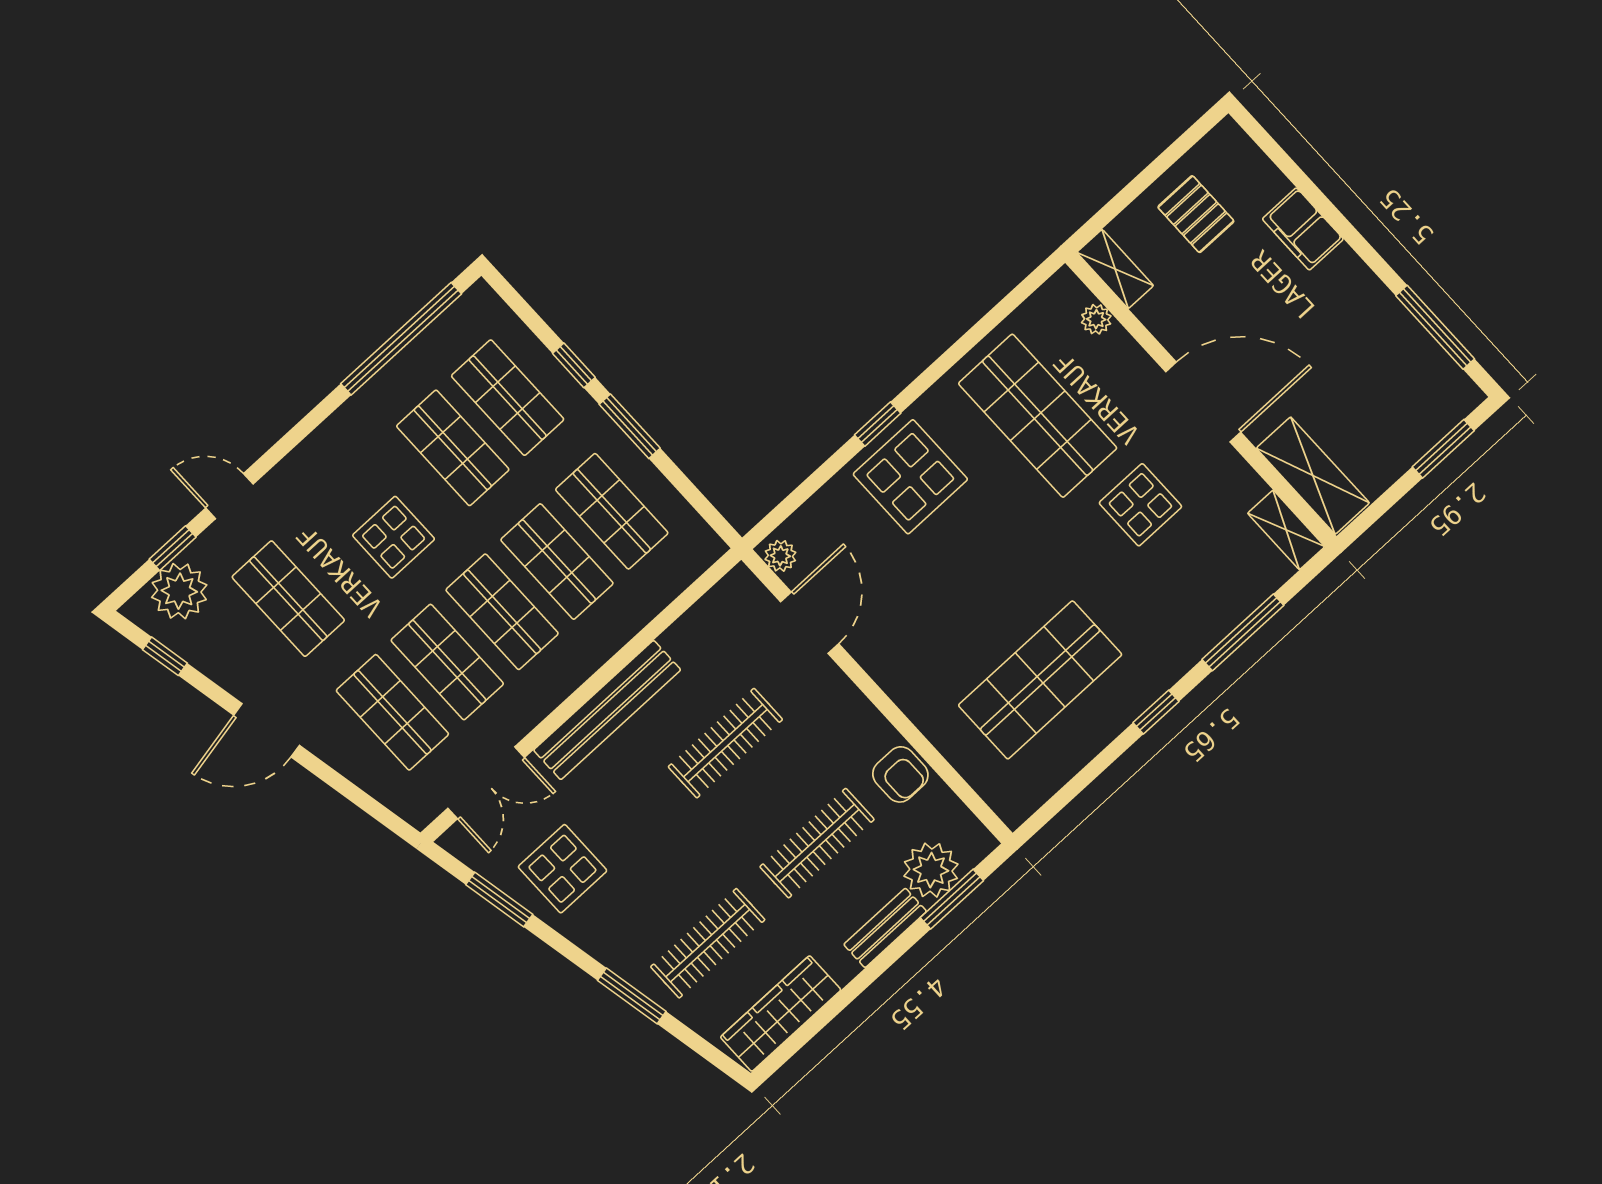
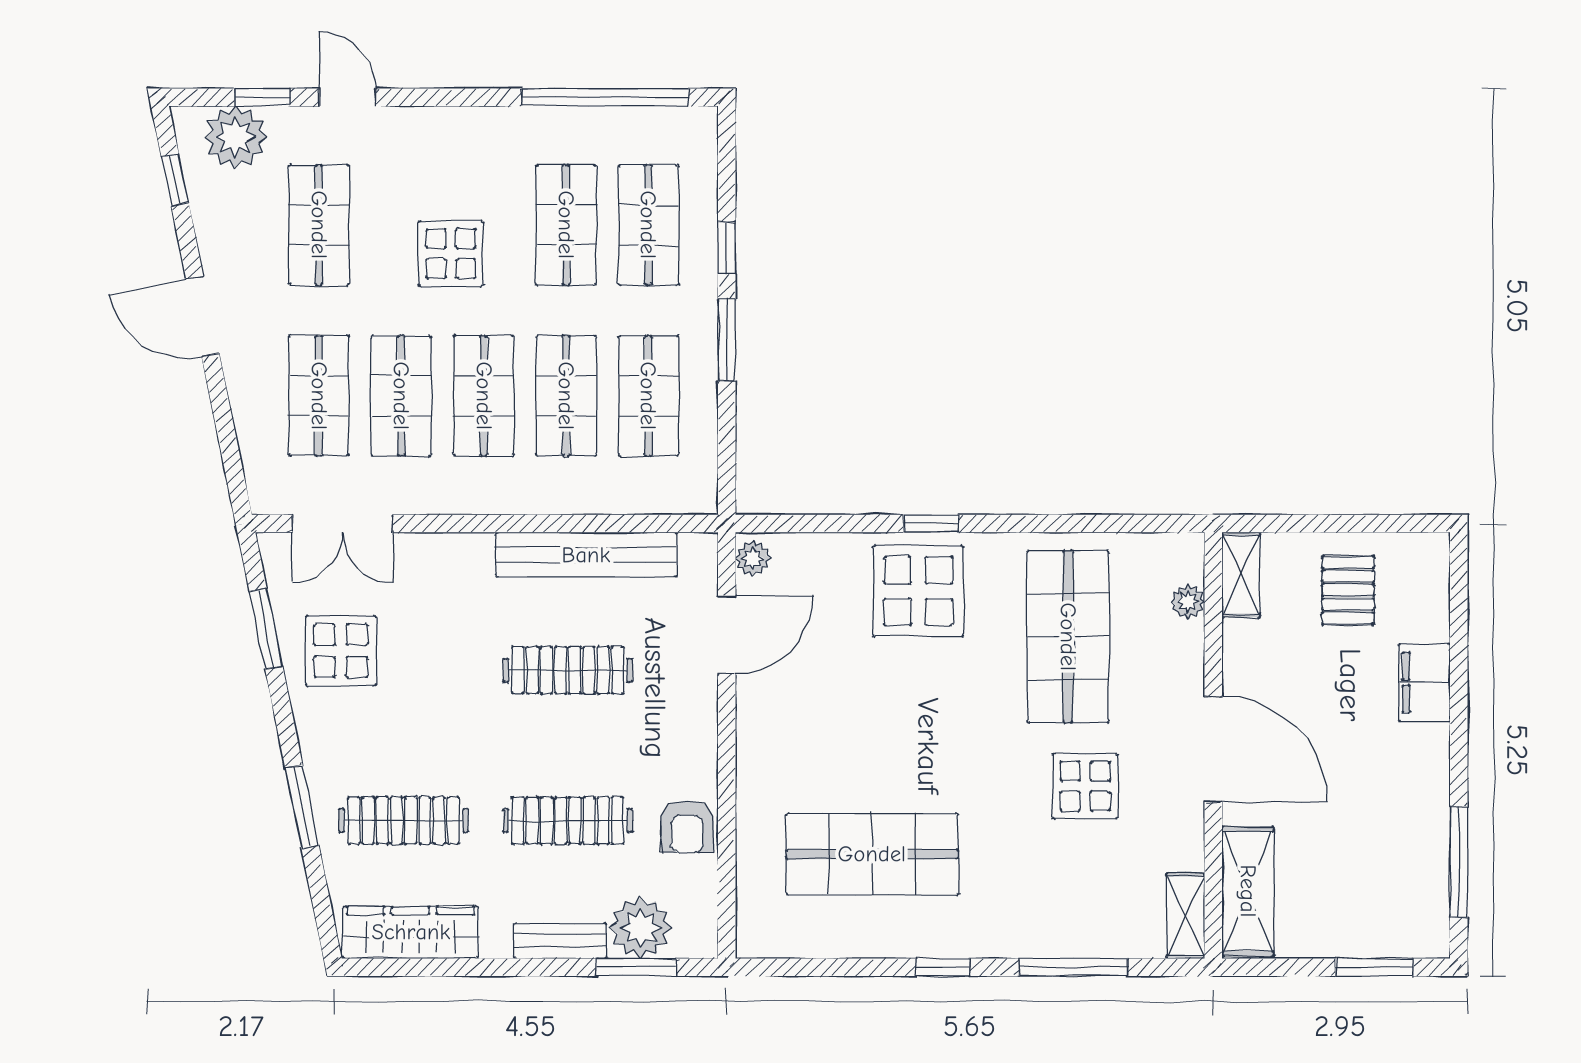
bench: (607, 710) -> (586, 555), moved

